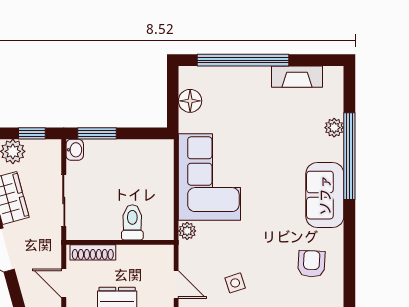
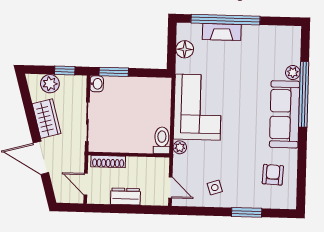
fireplace: (297, 77) -> (222, 32), moved
sofa: (325, 195) -> (285, 114), width x1.36
toilet: (132, 222) -> (162, 140), moved

